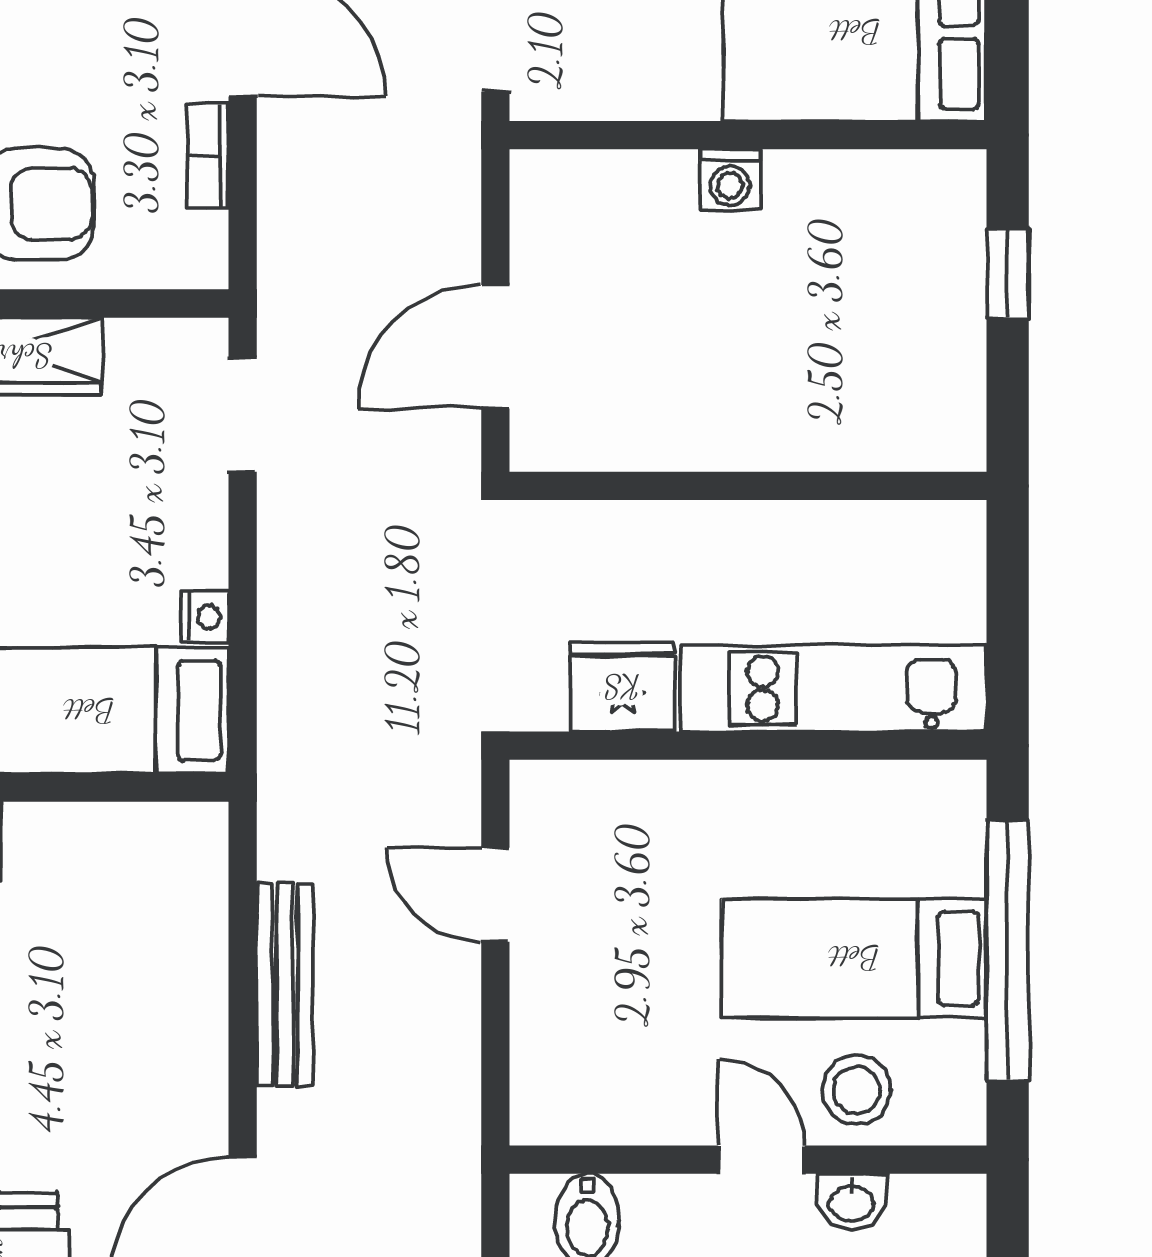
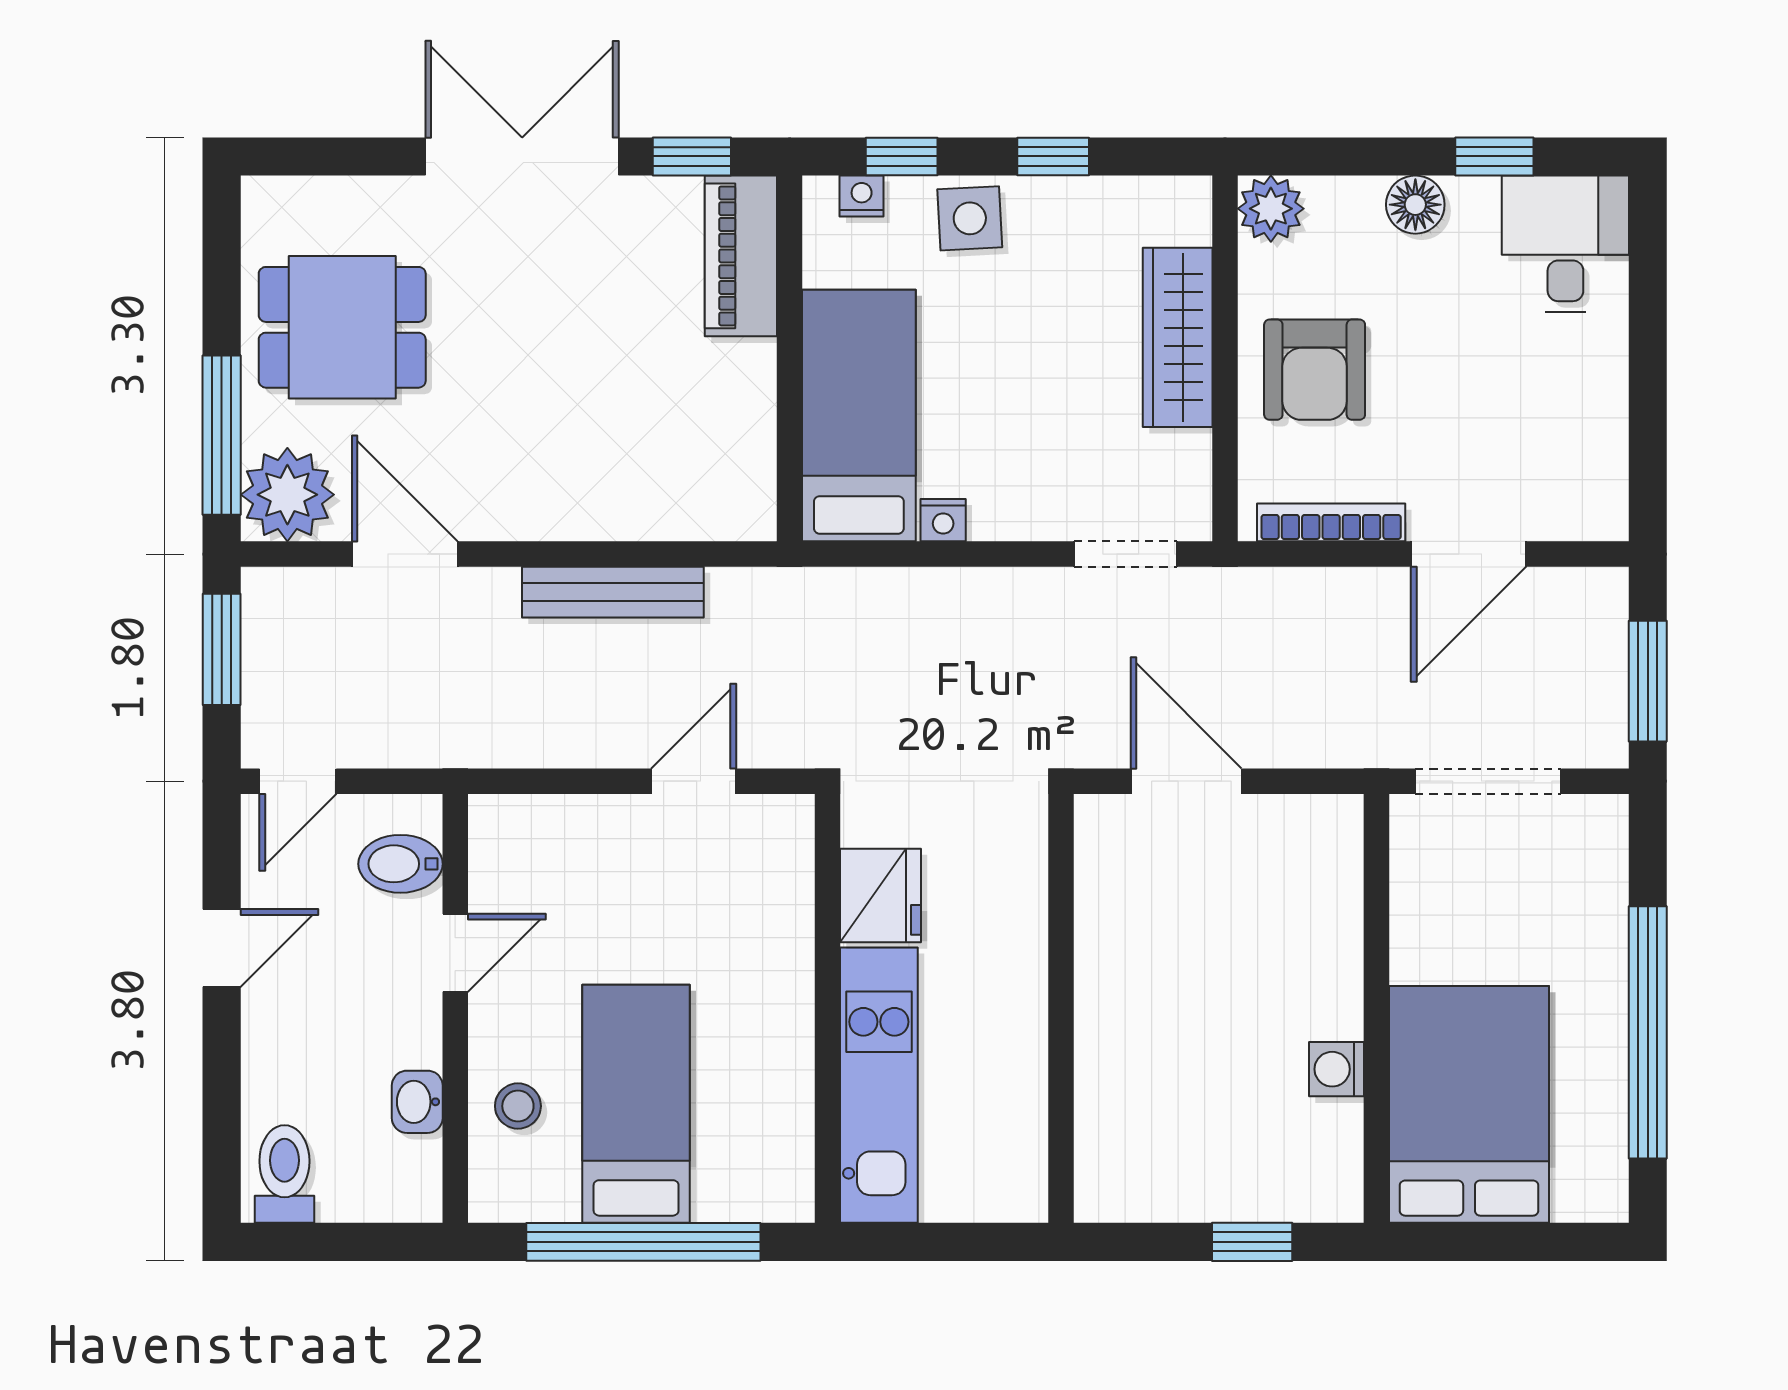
bookcase: (208, 156) -> (1331, 522), width x1.56
washing machine: (730, 180) -> (1336, 1069), moved
stool: (857, 1090) -> (518, 1106), width x0.73, depth x0.73
door: (762, 1160) -> (455, 953), moved

